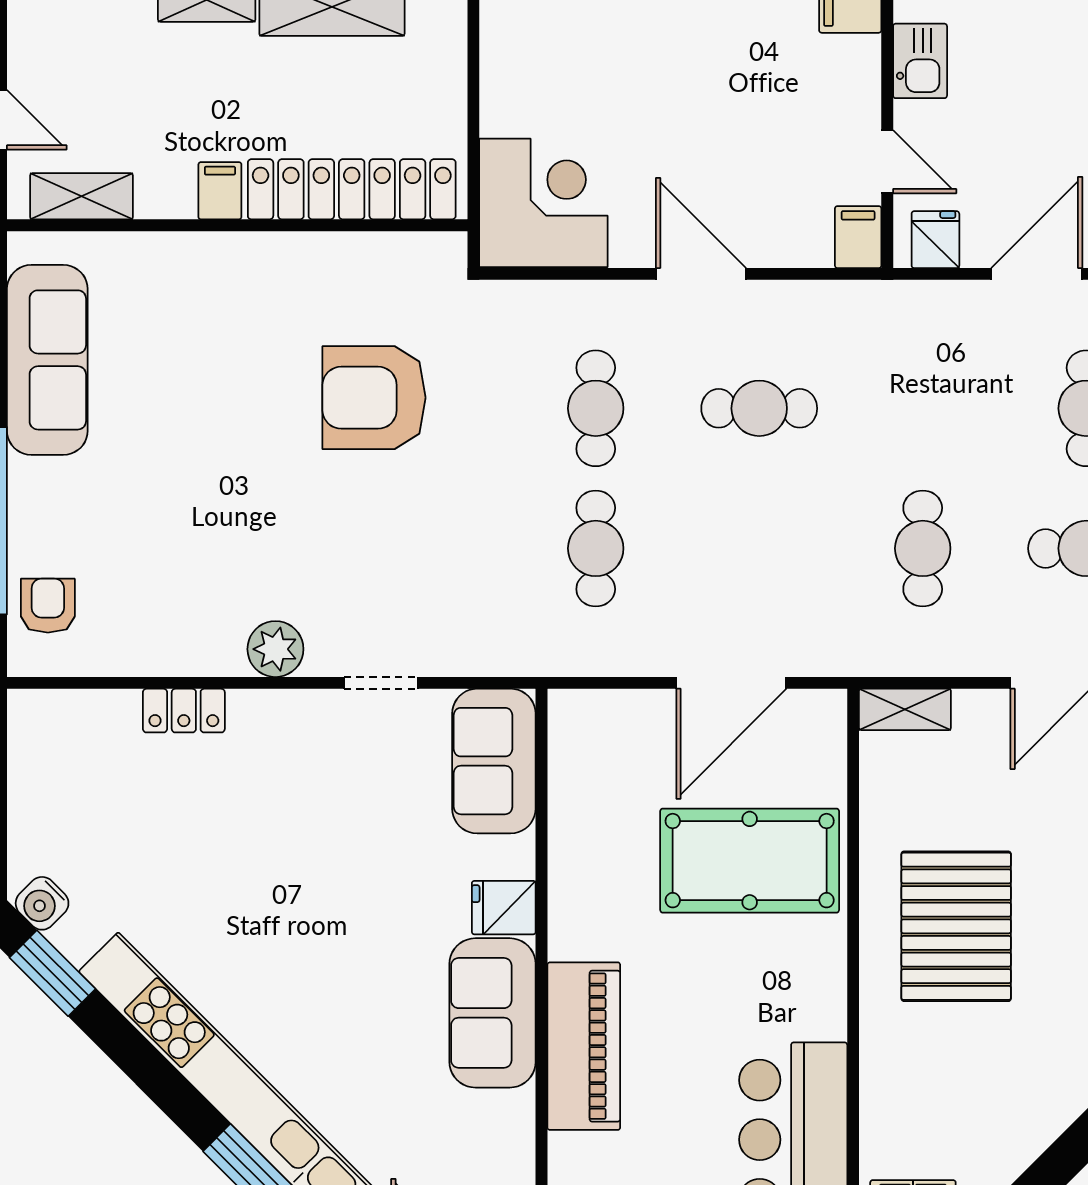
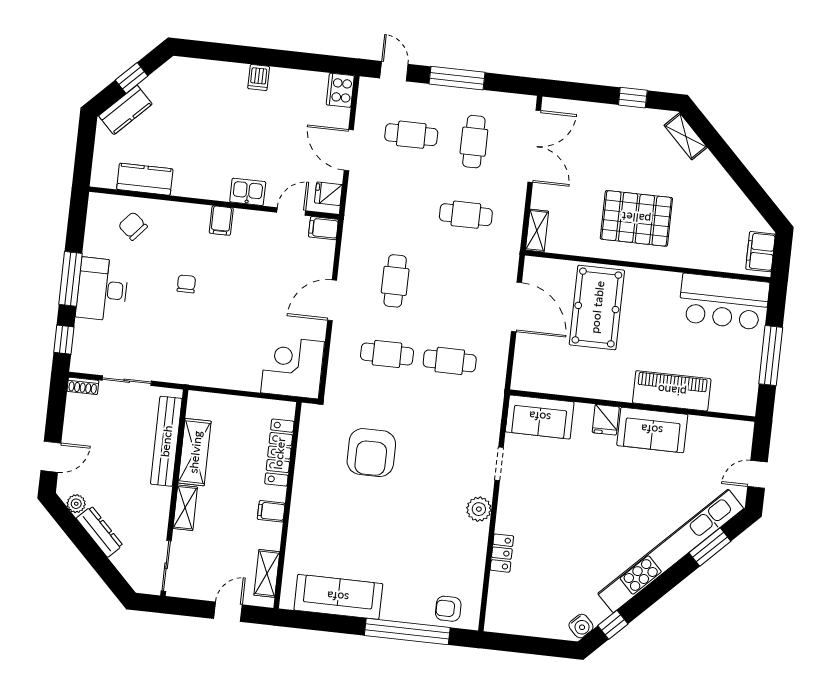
locker: (352, 189) -> (279, 453), width x0.71, depth x0.83
window: (52, 973) -> (613, 625), width x0.67

